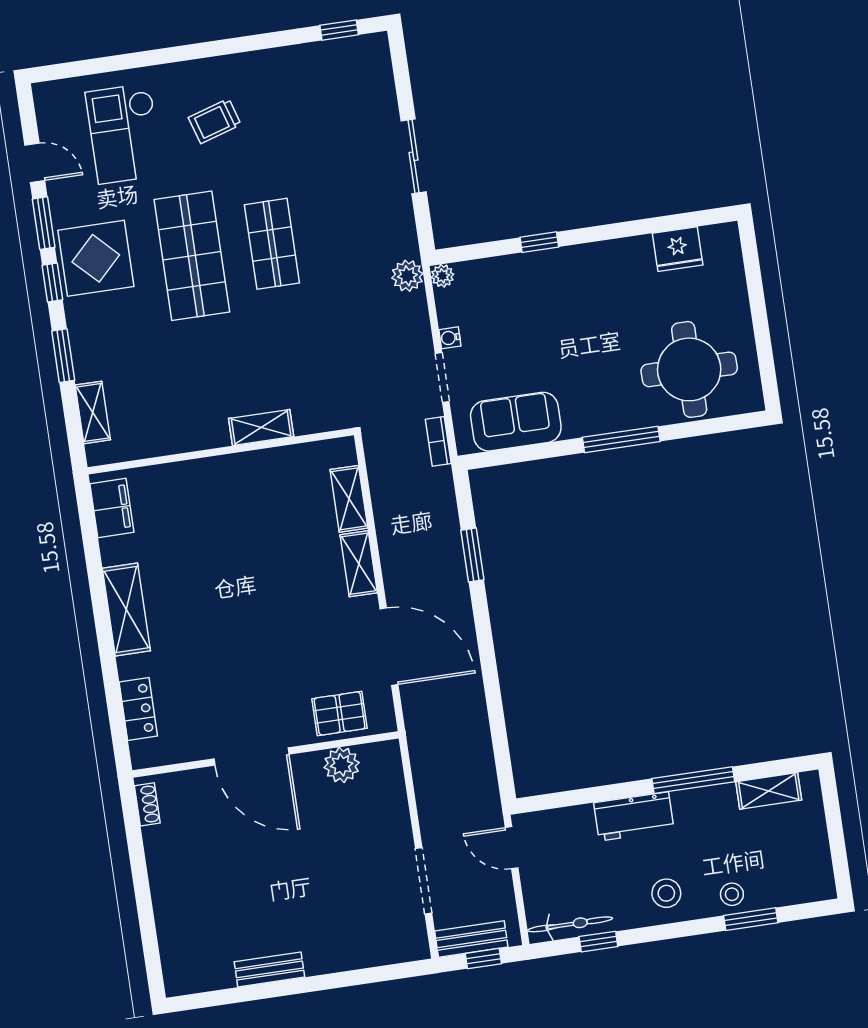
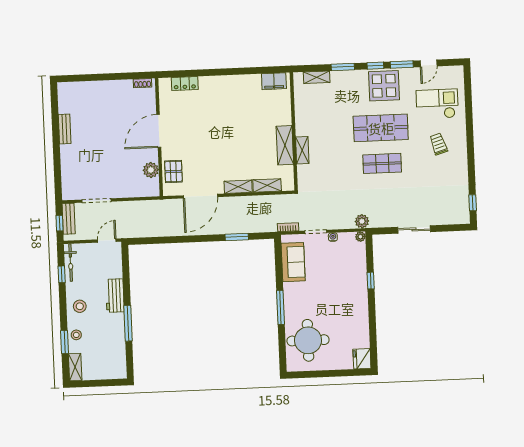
fridge: (678, 249) -> (362, 359), moved
shelving: (126, 609) -> (285, 145), moved, turned 90
shelving: (769, 791) -> (75, 367), moved

